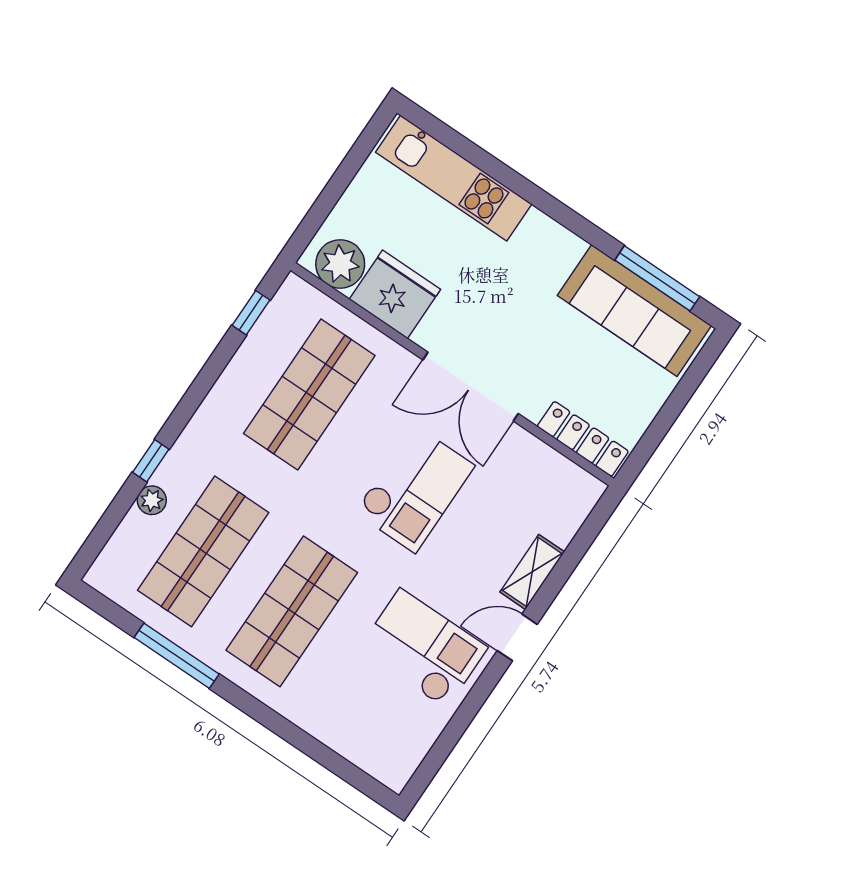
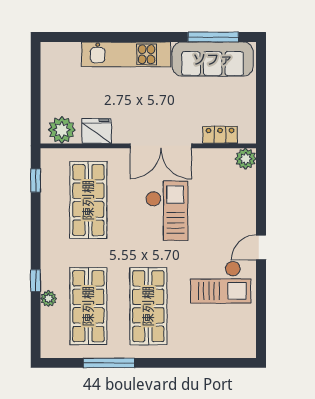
kitchen unit: (454, 178) -> (126, 54), moved
fridge: (395, 294) -> (97, 131), width x0.73, depth x0.75
locker: (583, 439) -> (220, 135), width x0.66
plant: (583, 491) -> (246, 159), added
shelving: (532, 572) -> (247, 212), removed
checkout: (423, 648) -> (221, 282), turned 180

